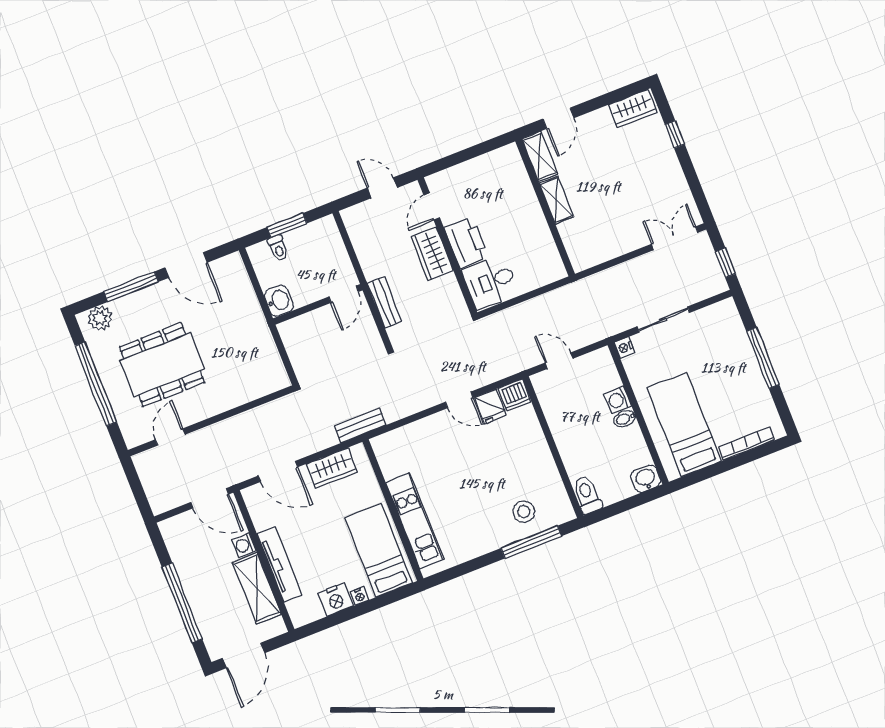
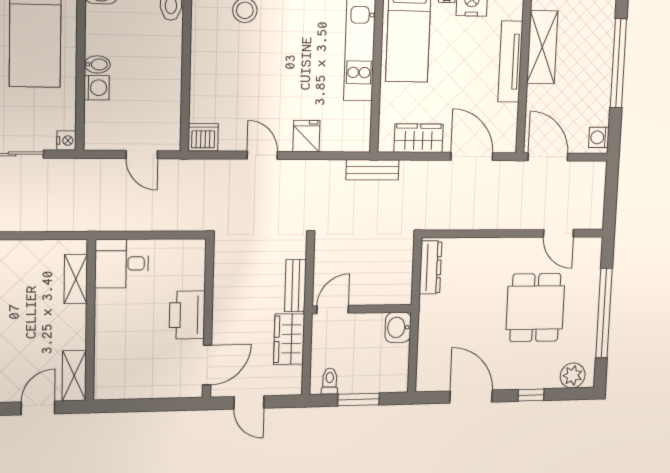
shelving: (556, 200) -> (76, 279), moved
door: (432, 207) -> (207, 365), width x1.38
toilet: (278, 248) -> (330, 381), moved
wardrobe: (432, 254) -> (289, 339), moved, turned 180
desk: (490, 282) -> (122, 264), moved, turned 180
window: (131, 287) -> (531, 395), width x0.46
dresser: (273, 363) -> (430, 267), added
dining table: (162, 365) -> (535, 308), width x0.73
fridge: (490, 406) -> (306, 136), moved
door: (170, 437) -> (558, 233), hinge flipped
washing machine: (244, 545) -> (599, 137), moved, turned 180

